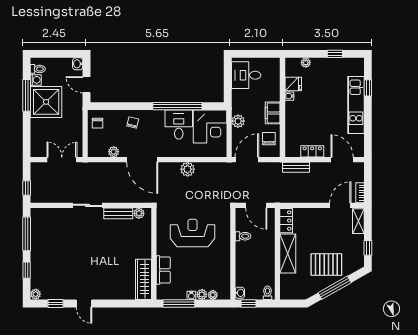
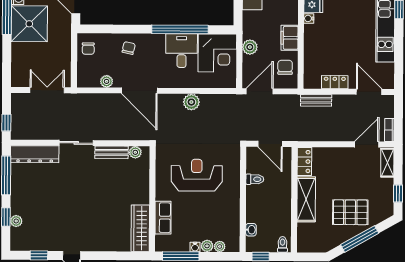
dresser: (51, 215) -> (35, 154), added
washbasin: (240, 293) -> (251, 230), moved
plant: (36, 294) -> (16, 221), moved

